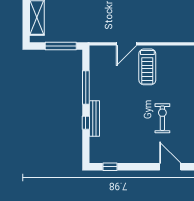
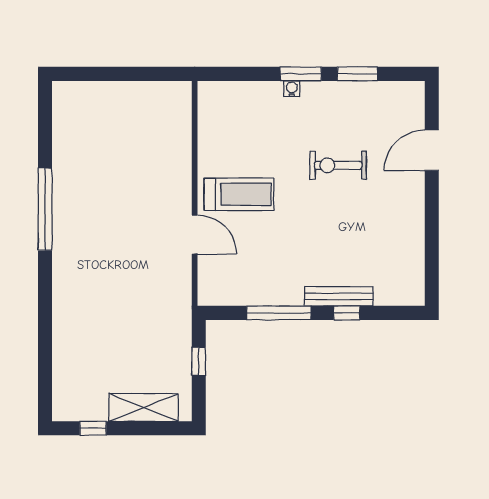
window: (61, 46) -> (199, 361), width x0.46
window: (110, 167) -> (432, 266), removed

